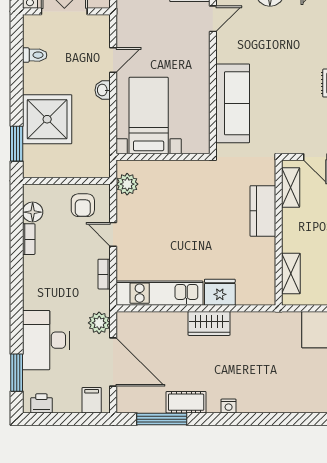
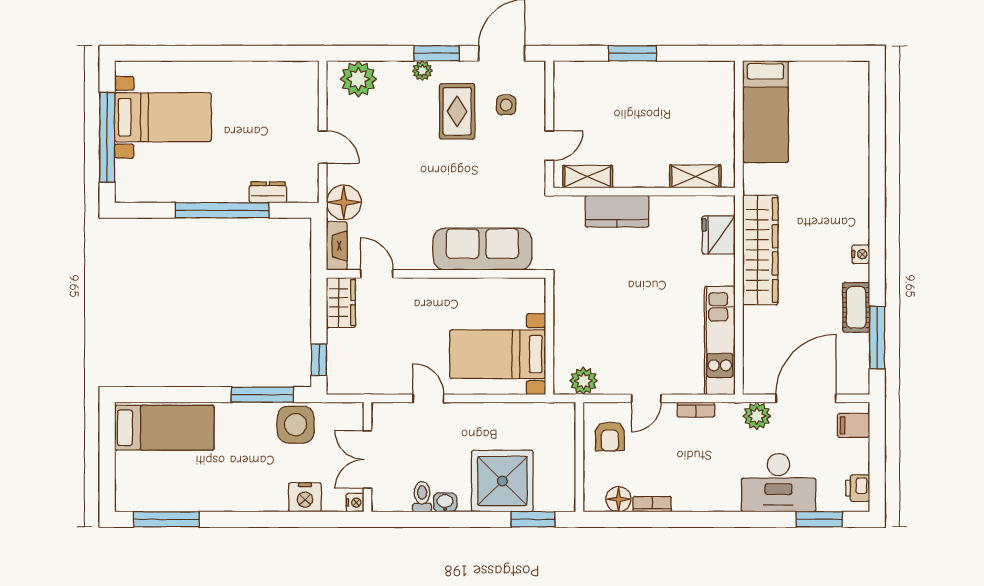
washbasin: (103, 90) -> (445, 502), moved, turned 180
armchair: (83, 205) -> (610, 436), turned 90
fridge: (220, 292) -> (719, 235), moved
wardrobe: (209, 323) -> (760, 250), width x2.10, depth x1.17

